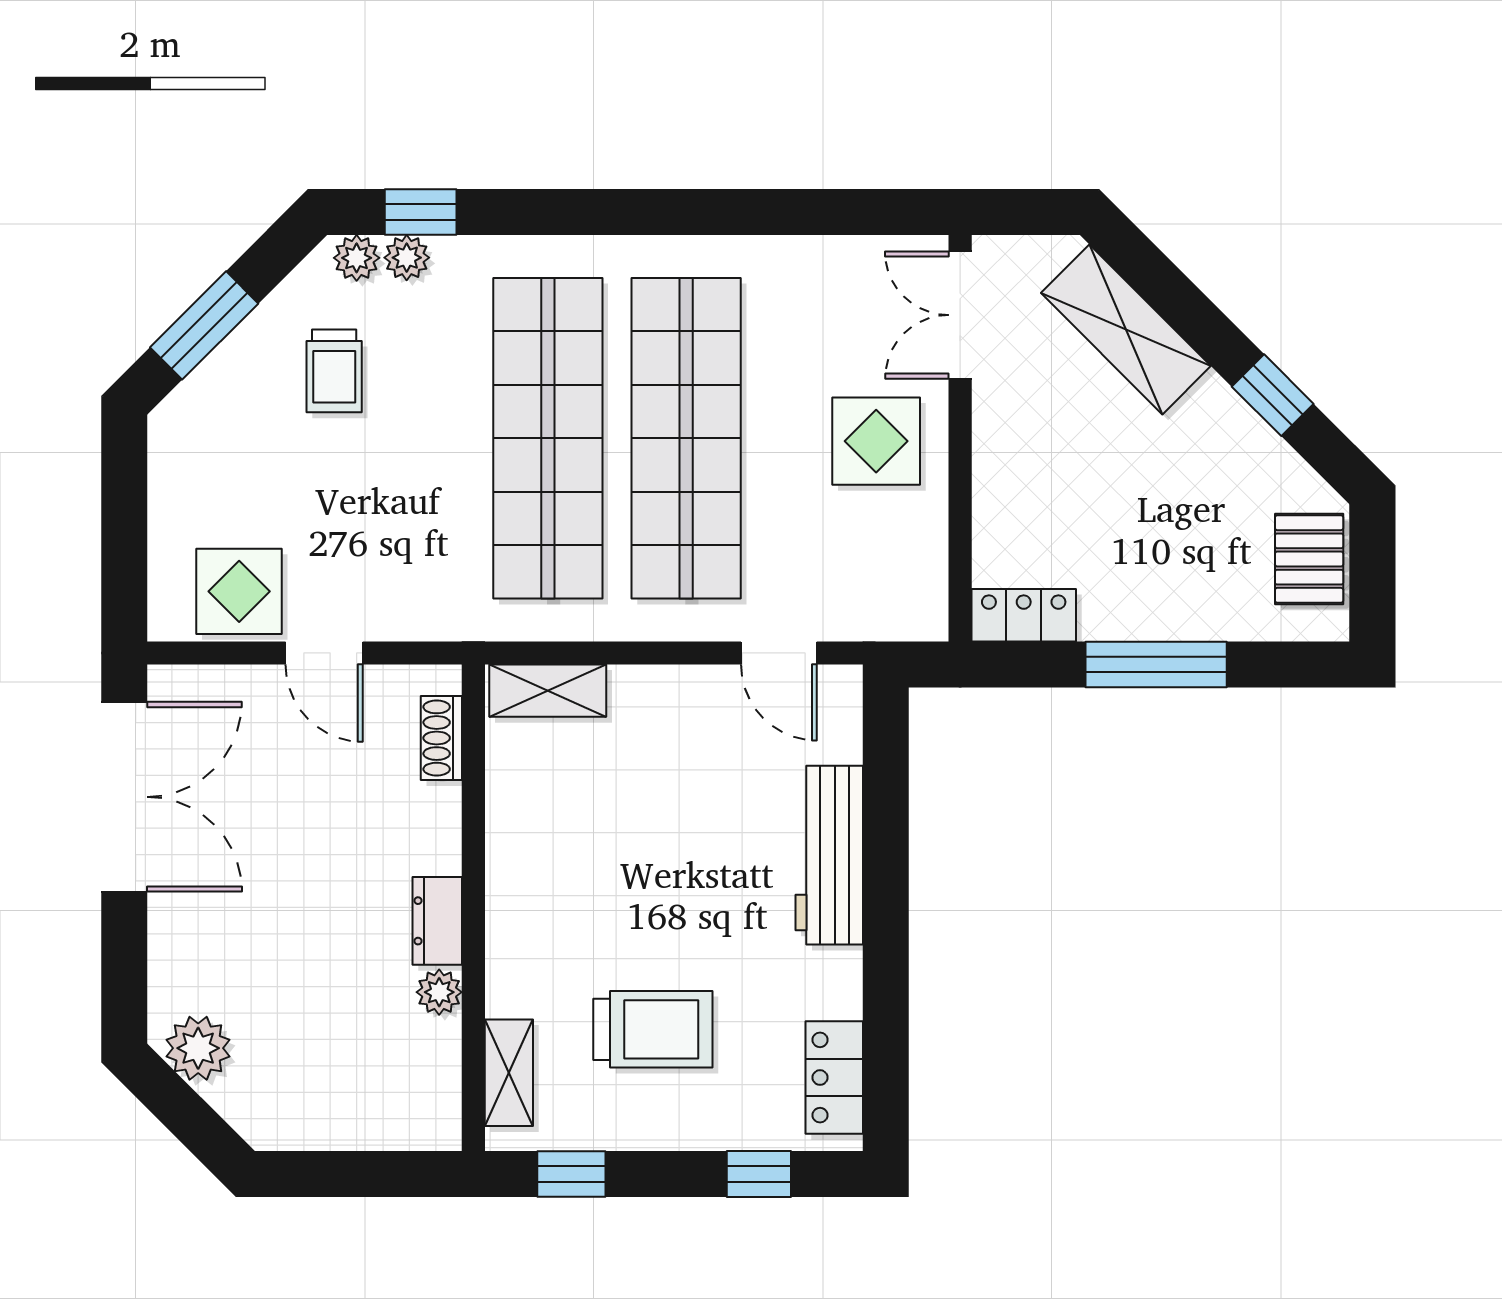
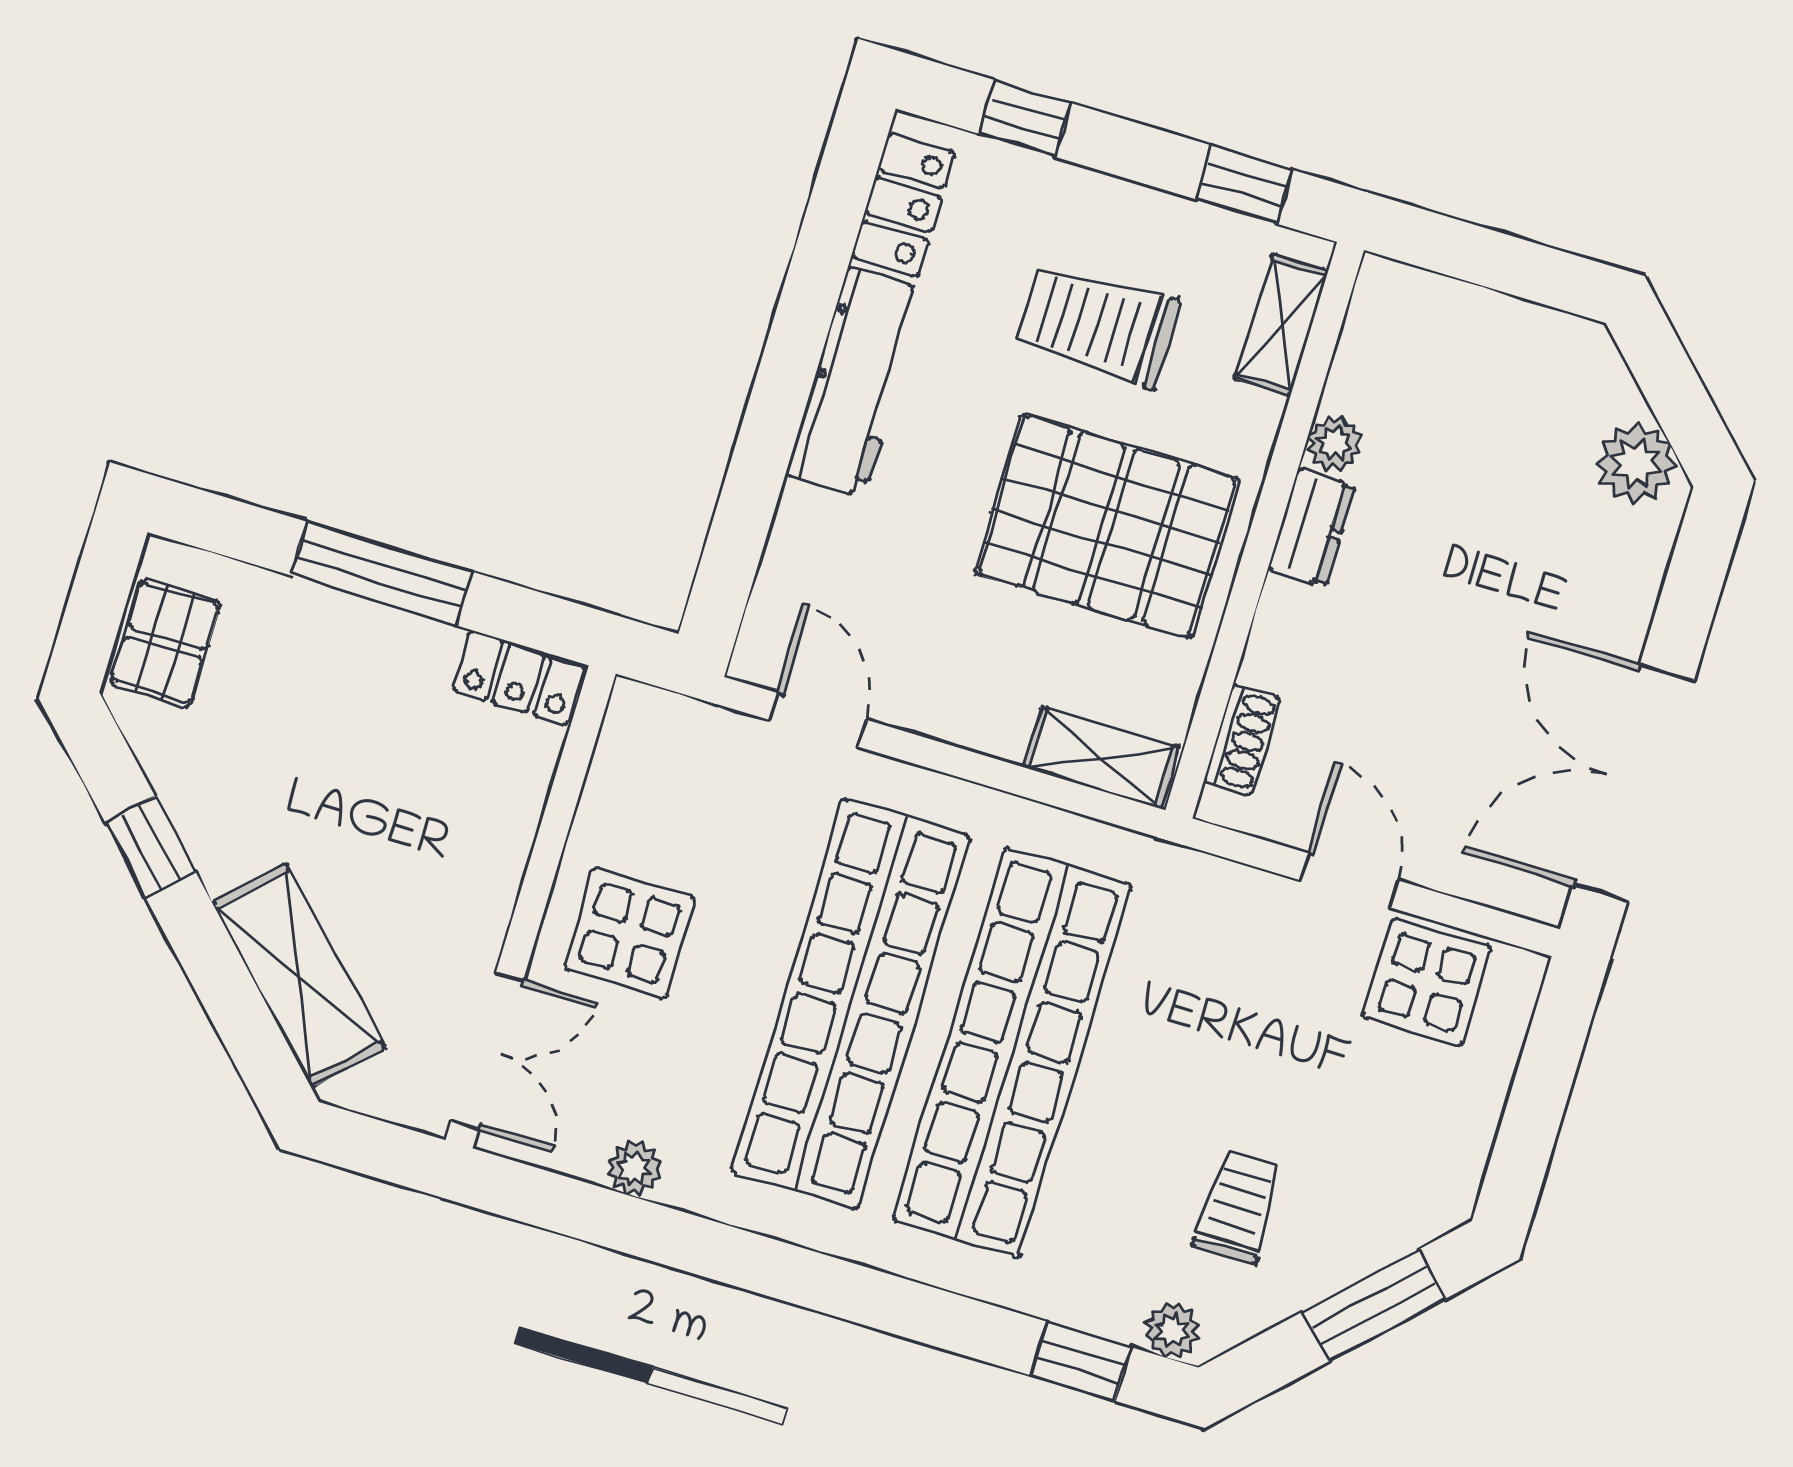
plant: (407, 258) -> (634, 1168), moved
workbench: (829, 855) -> (856, 382), moved
pallet: (598, 874) -> (1107, 526), added

